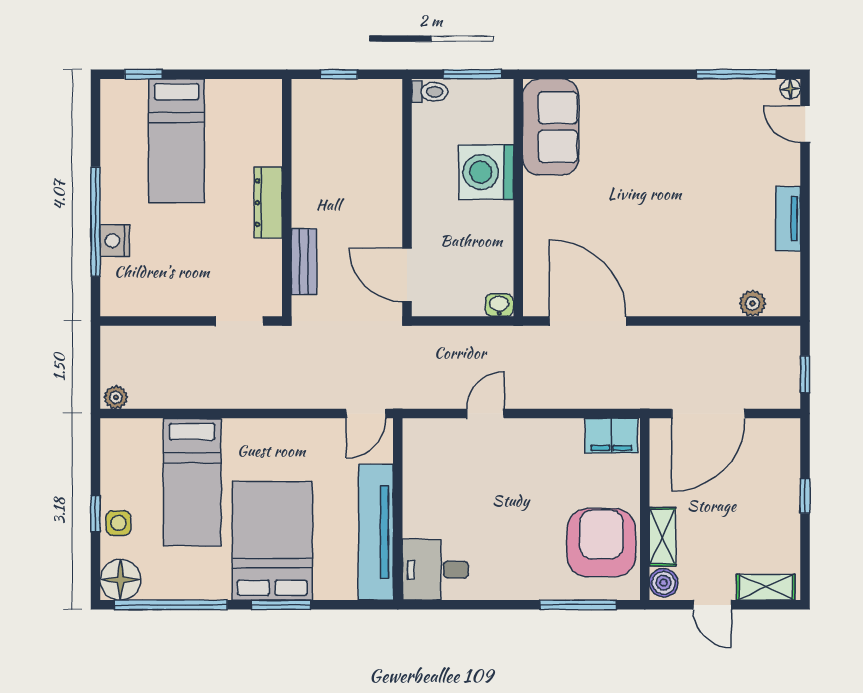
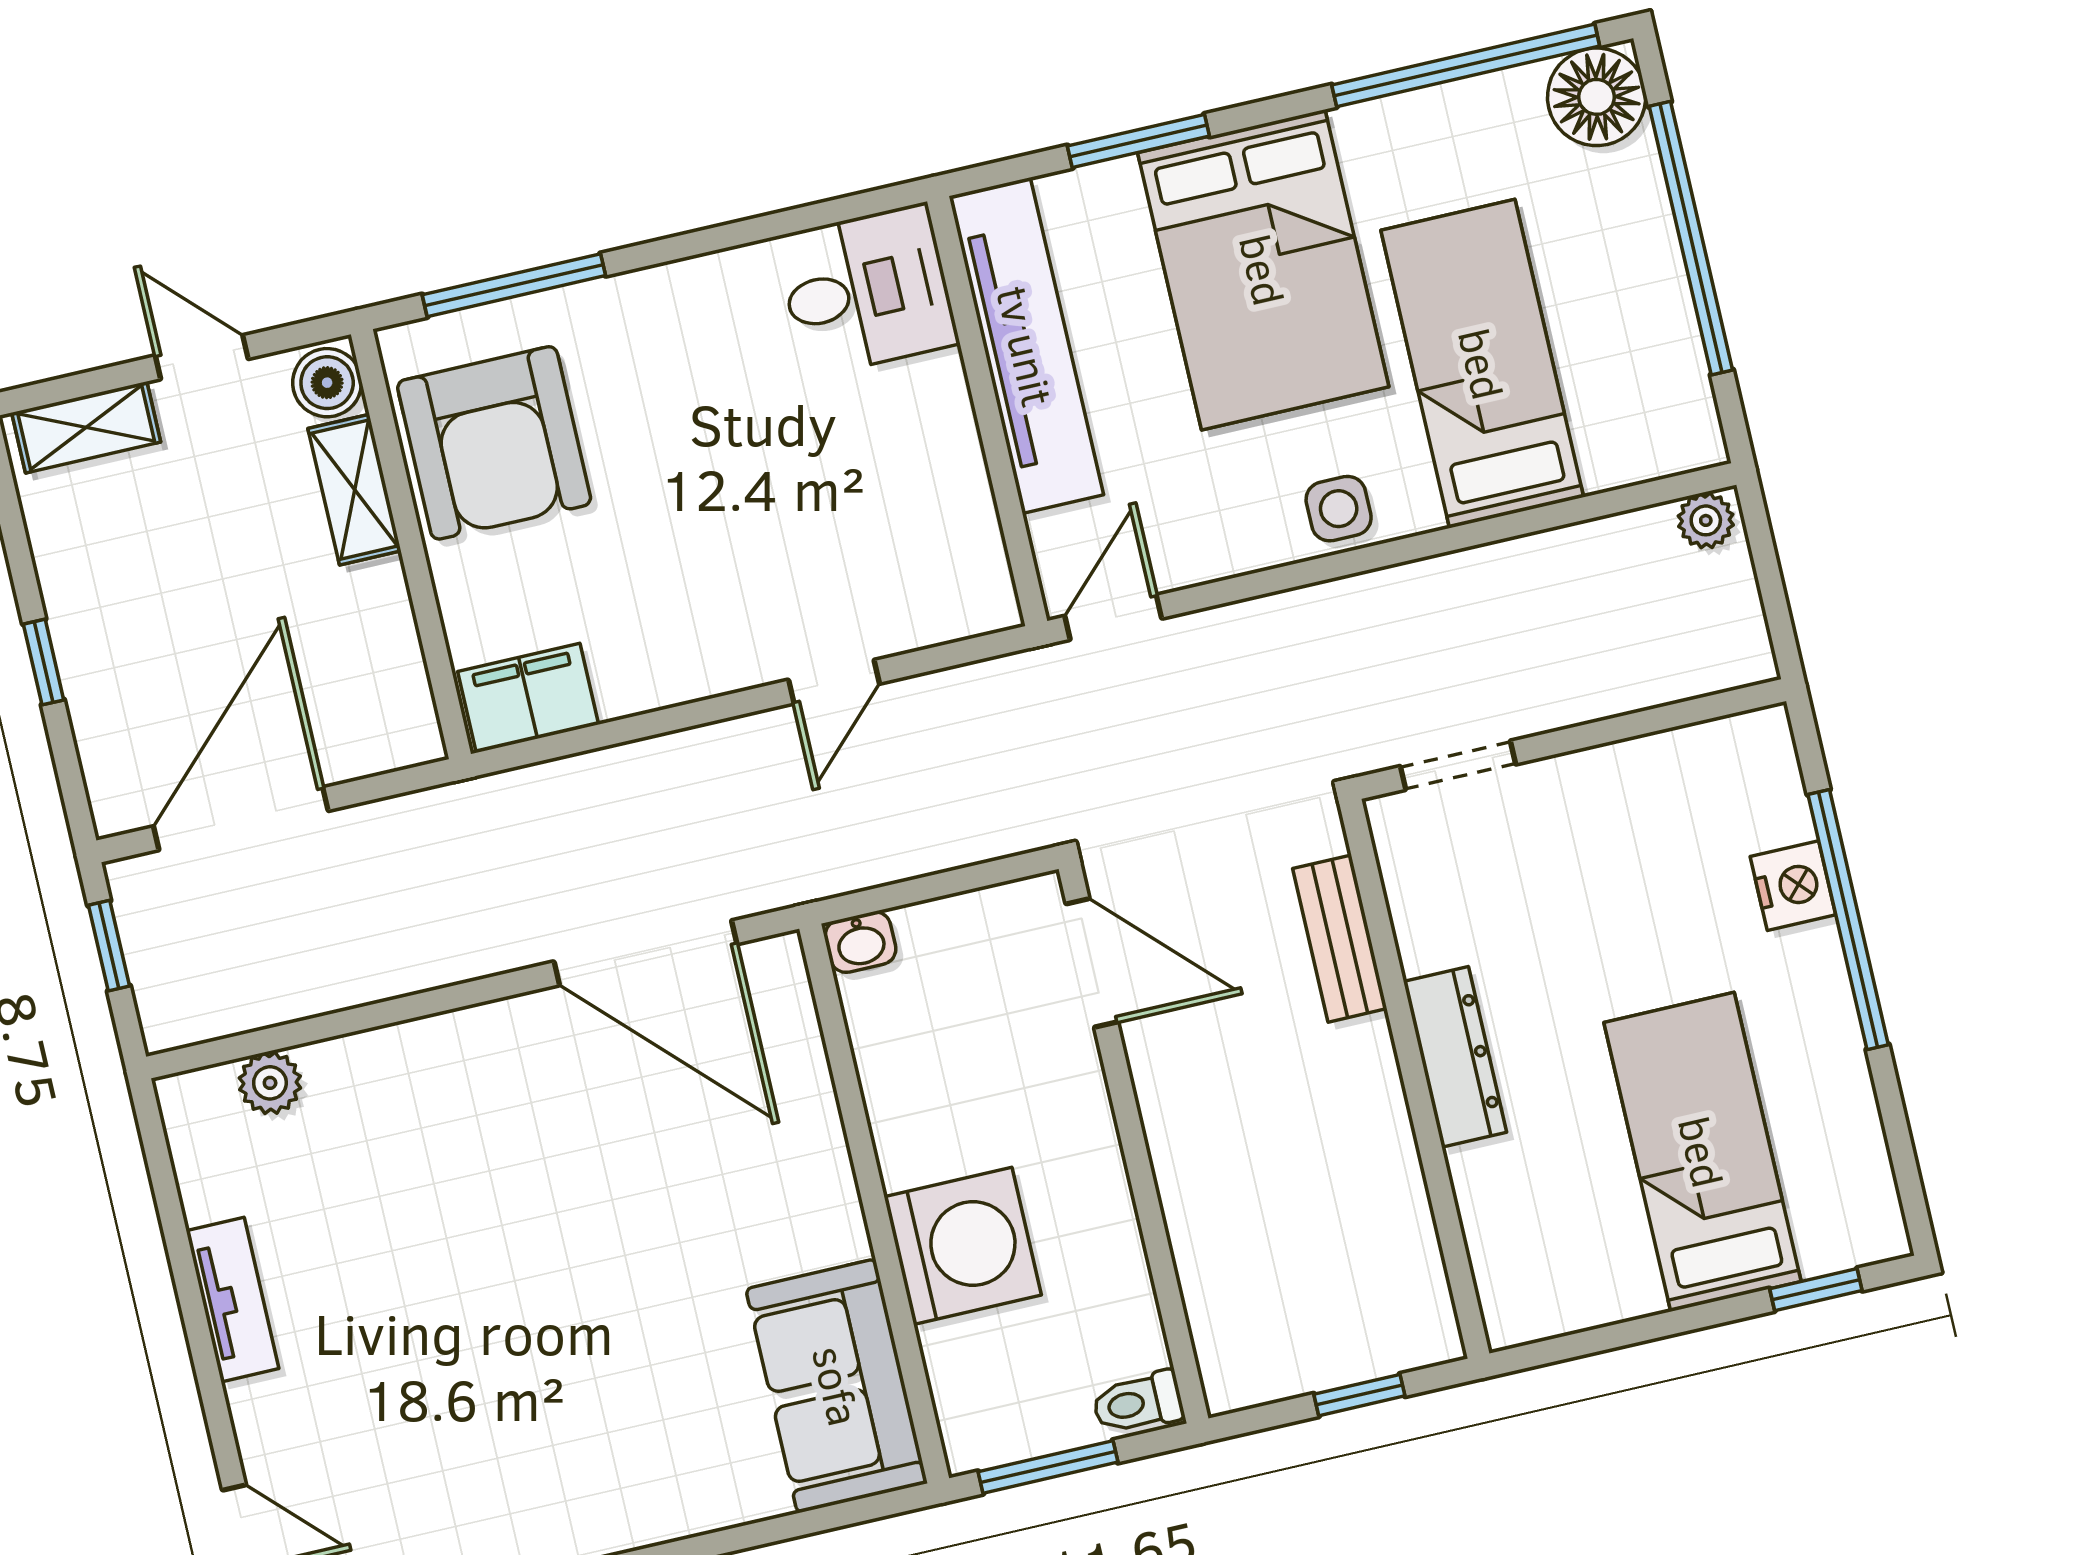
door: (708, 414) -> (241, 819), moved
window: (95, 513) -> (1691, 238), width x3.17
side table: (118, 523) -> (1339, 509), moved
window: (281, 605) -> (1138, 141), moved

